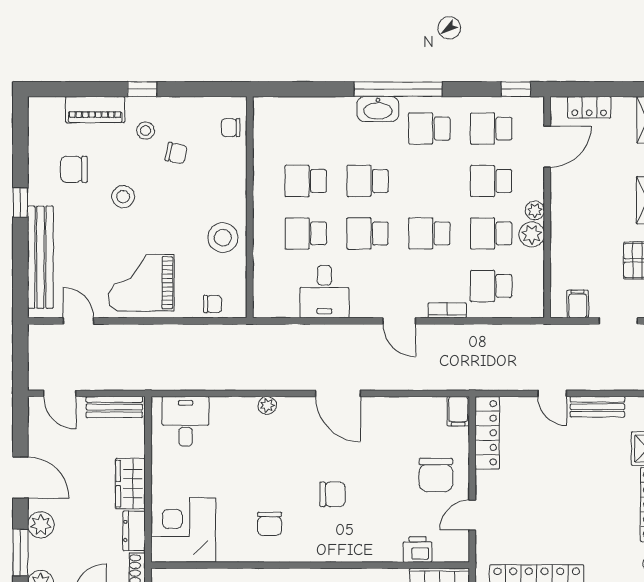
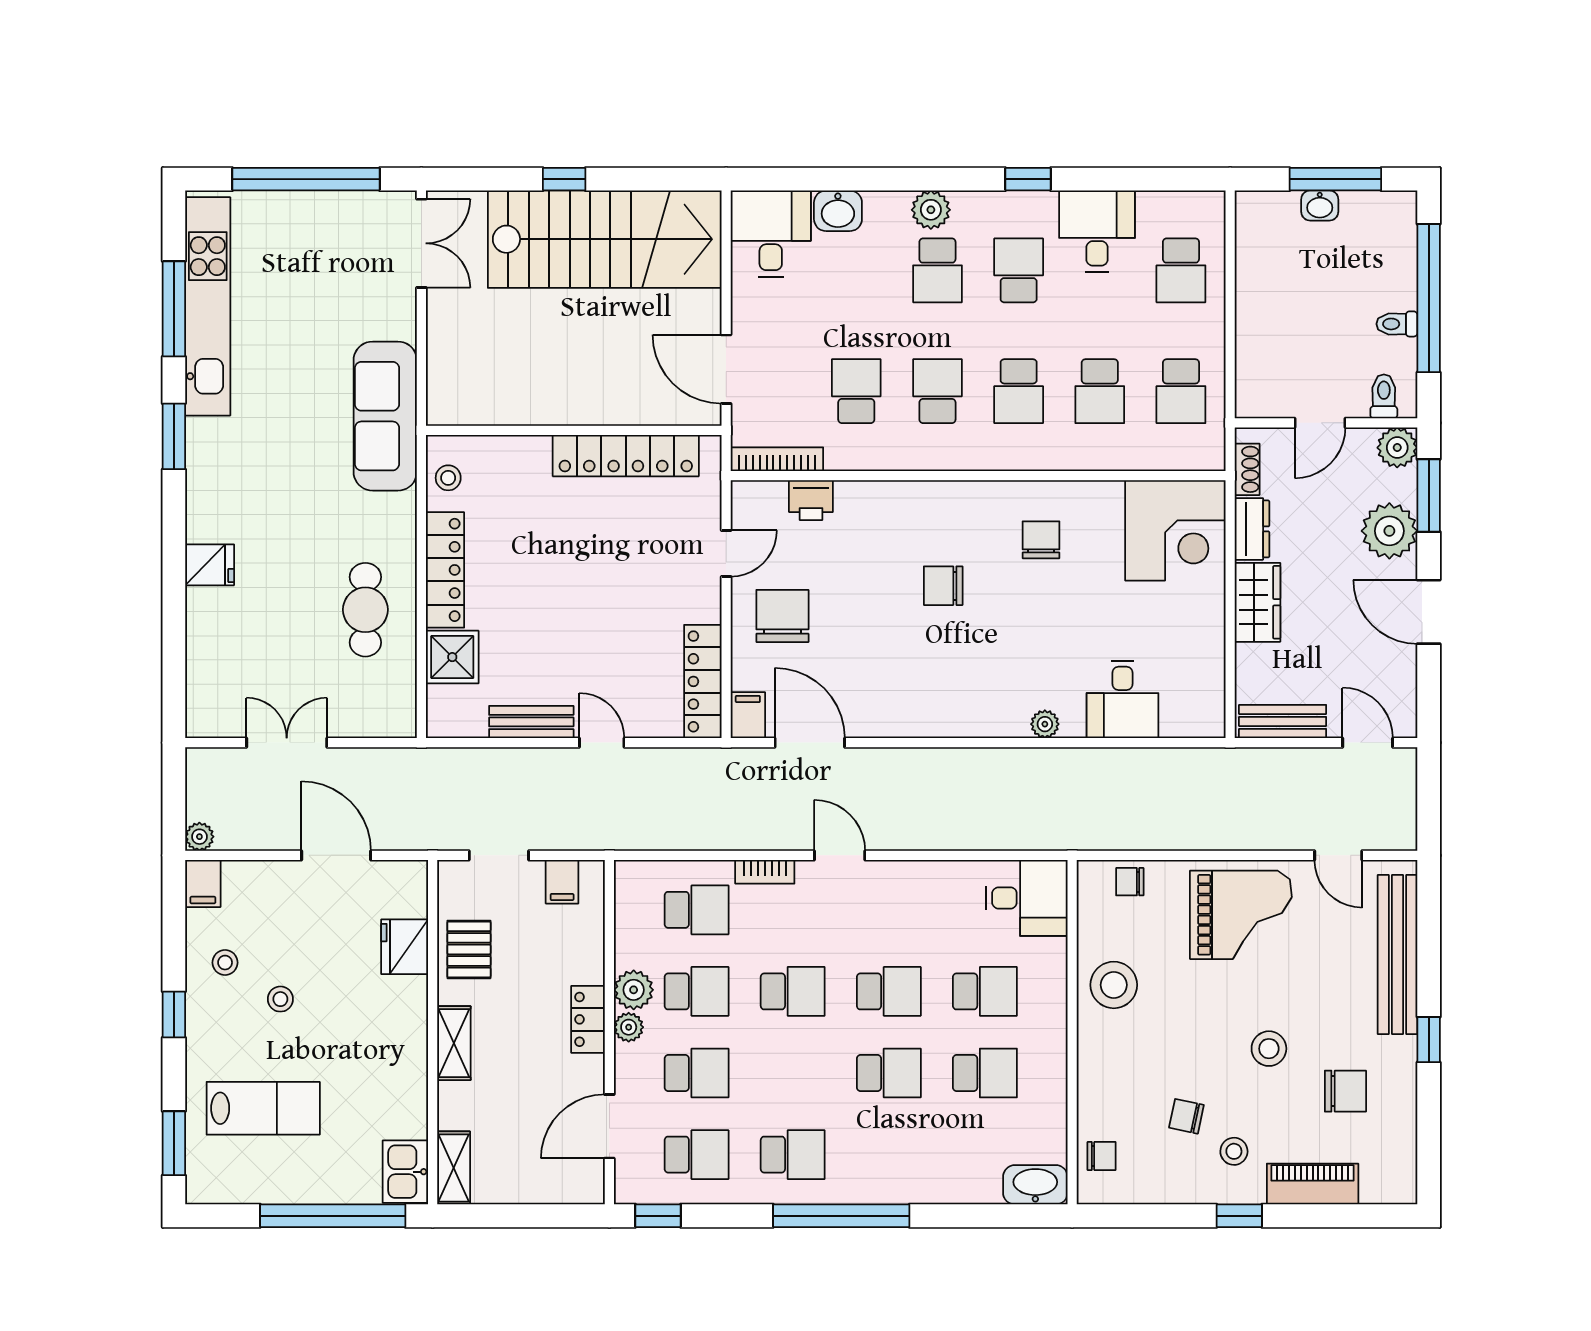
locker: (589, 107) -> (588, 1019), moved, turned -90
washbasin: (378, 109) -> (1035, 1185), moved
desk: (324, 292) -> (1027, 898), moved, turned 90
door: (338, 393) -> (810, 743), moved
desk: (186, 421) -> (1123, 699), moved
plant: (41, 525) -> (1389, 531), width x1.36, depth x1.36

